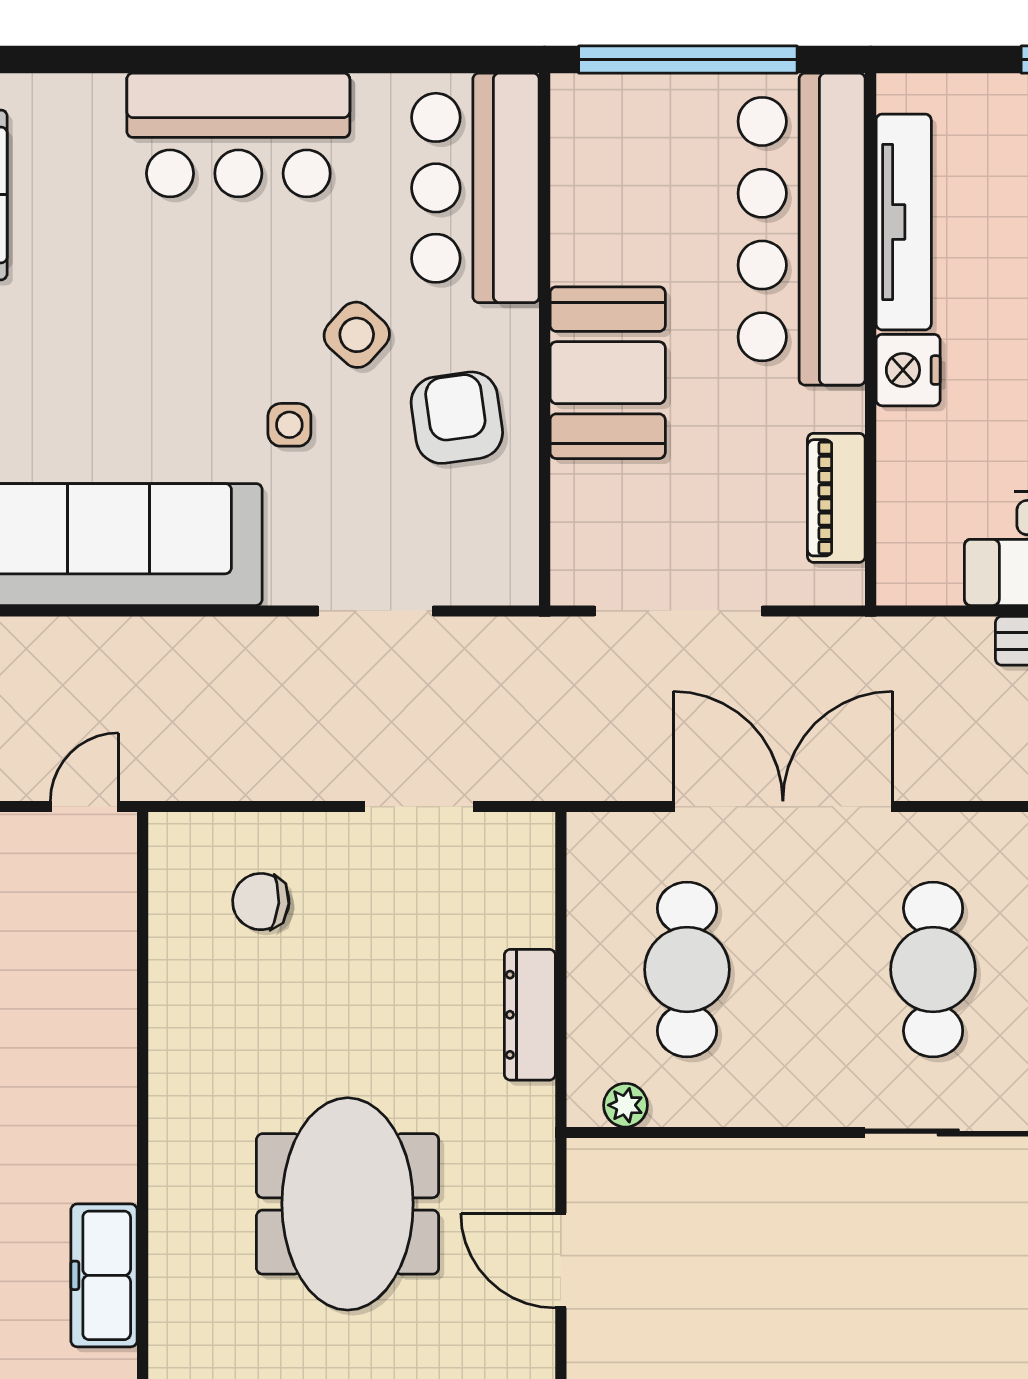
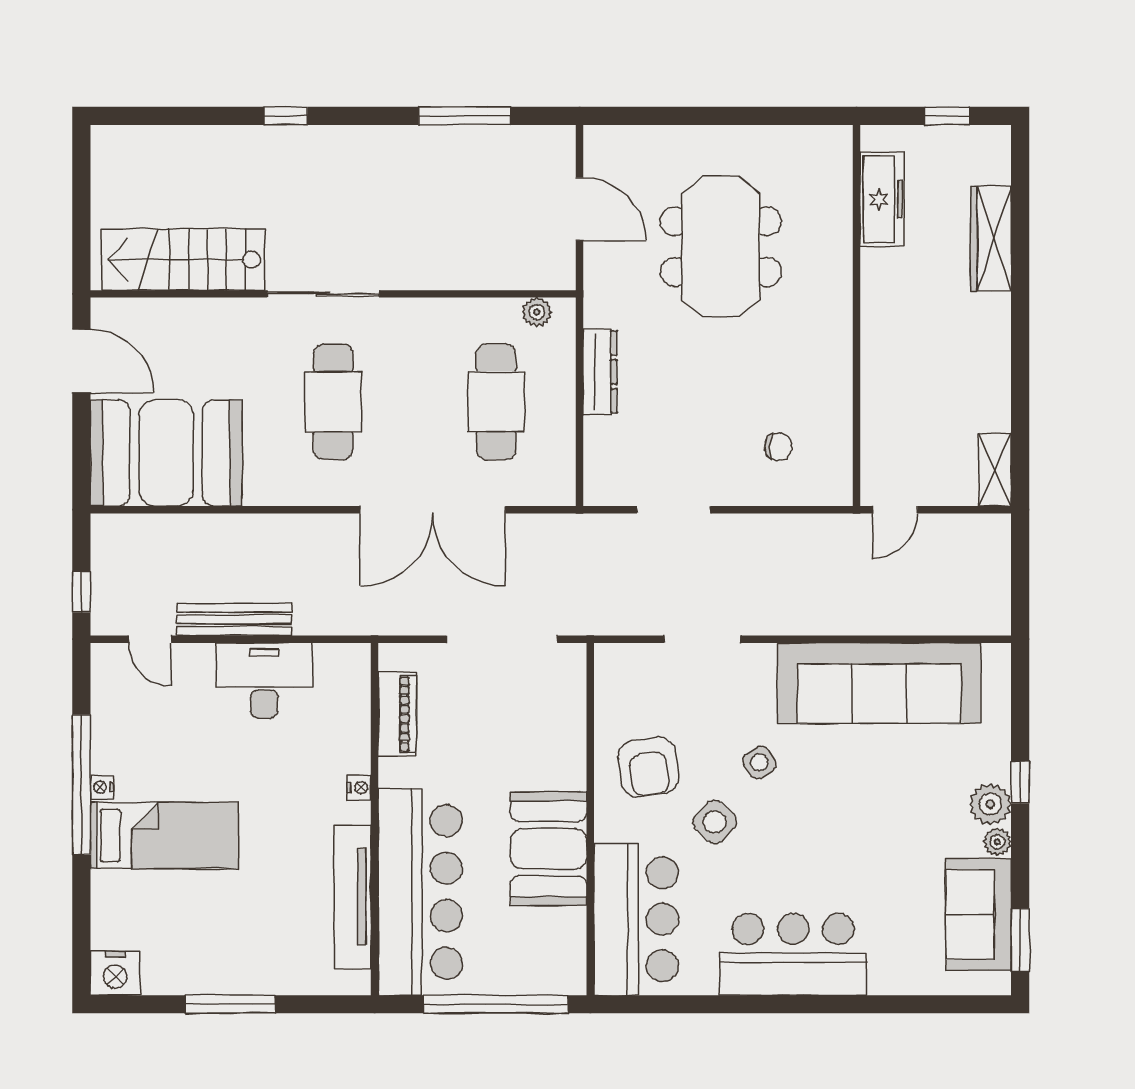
nightstand: (908, 370) -> (359, 788), width x0.53, depth x0.56
booth: (608, 373) -> (549, 849), moved
side table: (289, 425) -> (759, 762), turned -32
chair: (261, 902) -> (778, 447), width x0.73, depth x0.73

